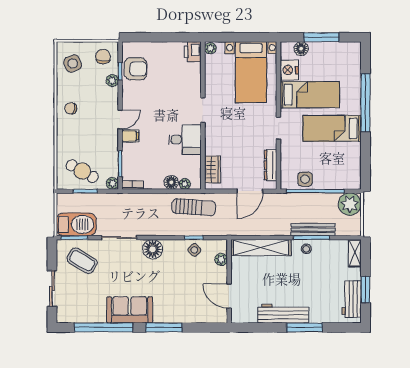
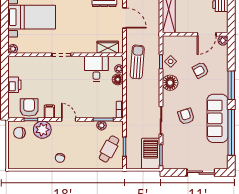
printer: (193, 52) -> (14, 85), moved, turned -90
side table: (73, 64) -> (25, 157), removed
plant: (112, 81) -> (42, 130), width x1.87, depth x1.87
filing cabinet: (130, 136) -> (49, 112), moved
desk: (185, 140) -> (96, 69), moved
plant: (112, 183) -> (102, 125), moved
floor lamp: (153, 249) -> (170, 83), moved
plant: (221, 259) -> (223, 40), moved
coffee table: (82, 261) -> (179, 149), removed
armchair: (124, 270) -> (186, 116), added
armchair: (183, 288) -> (201, 70), added
sofa: (130, 310) -> (217, 118), width x1.36

